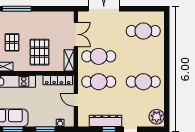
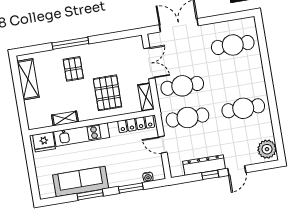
pallet: (12, 42) -> (73, 69), moved

